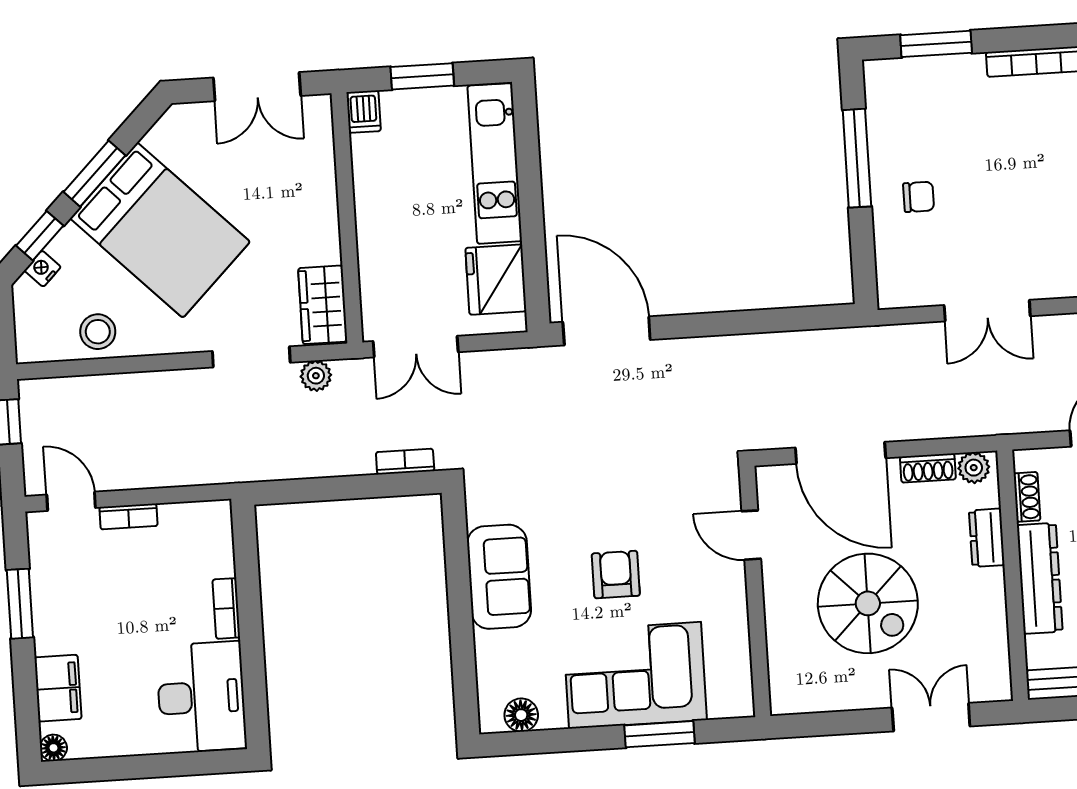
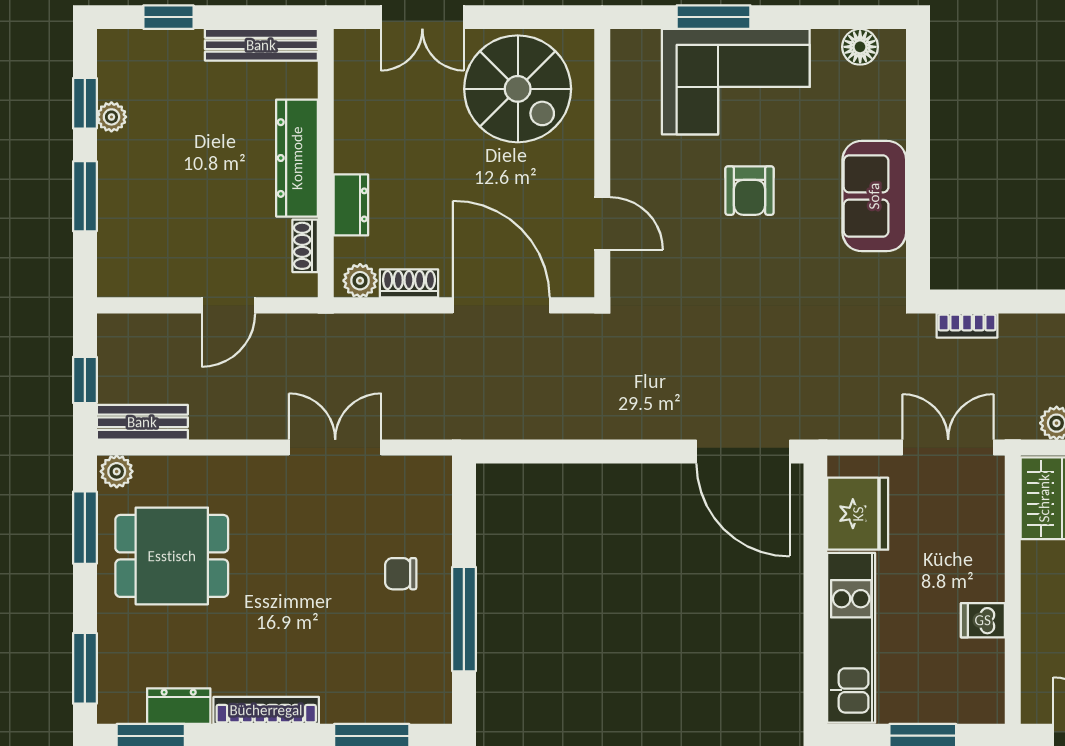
dishwasher: (364, 112) -> (983, 620), moved, turned -90
spiral stairs: (868, 603) -> (518, 89), moved, turned 180

